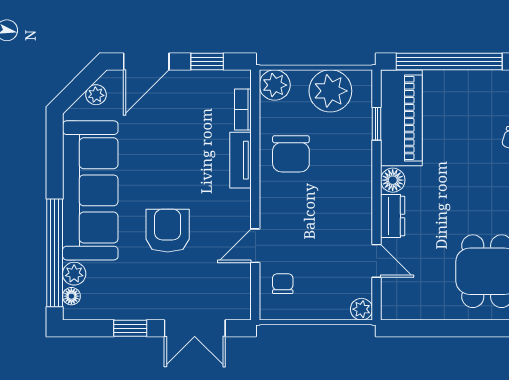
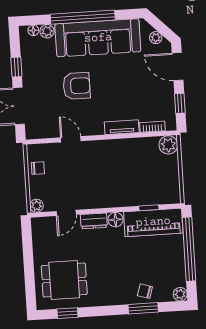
plant: (330, 91) -> (167, 179), removed
chair: (291, 154) -> (127, 157), removed
window: (55, 253) -> (83, 17), moved
chair: (283, 284) -> (38, 168), moved

